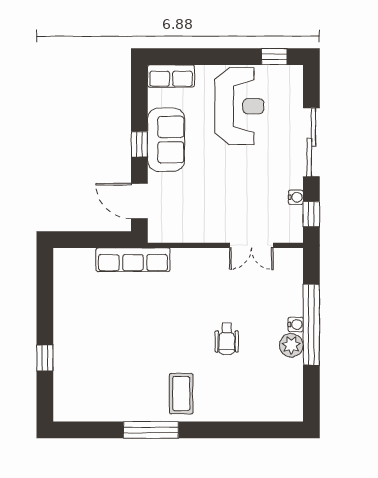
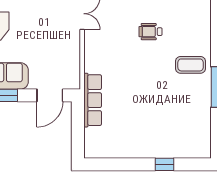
wheelchair: (227, 339) -> (151, 32), turned 180

